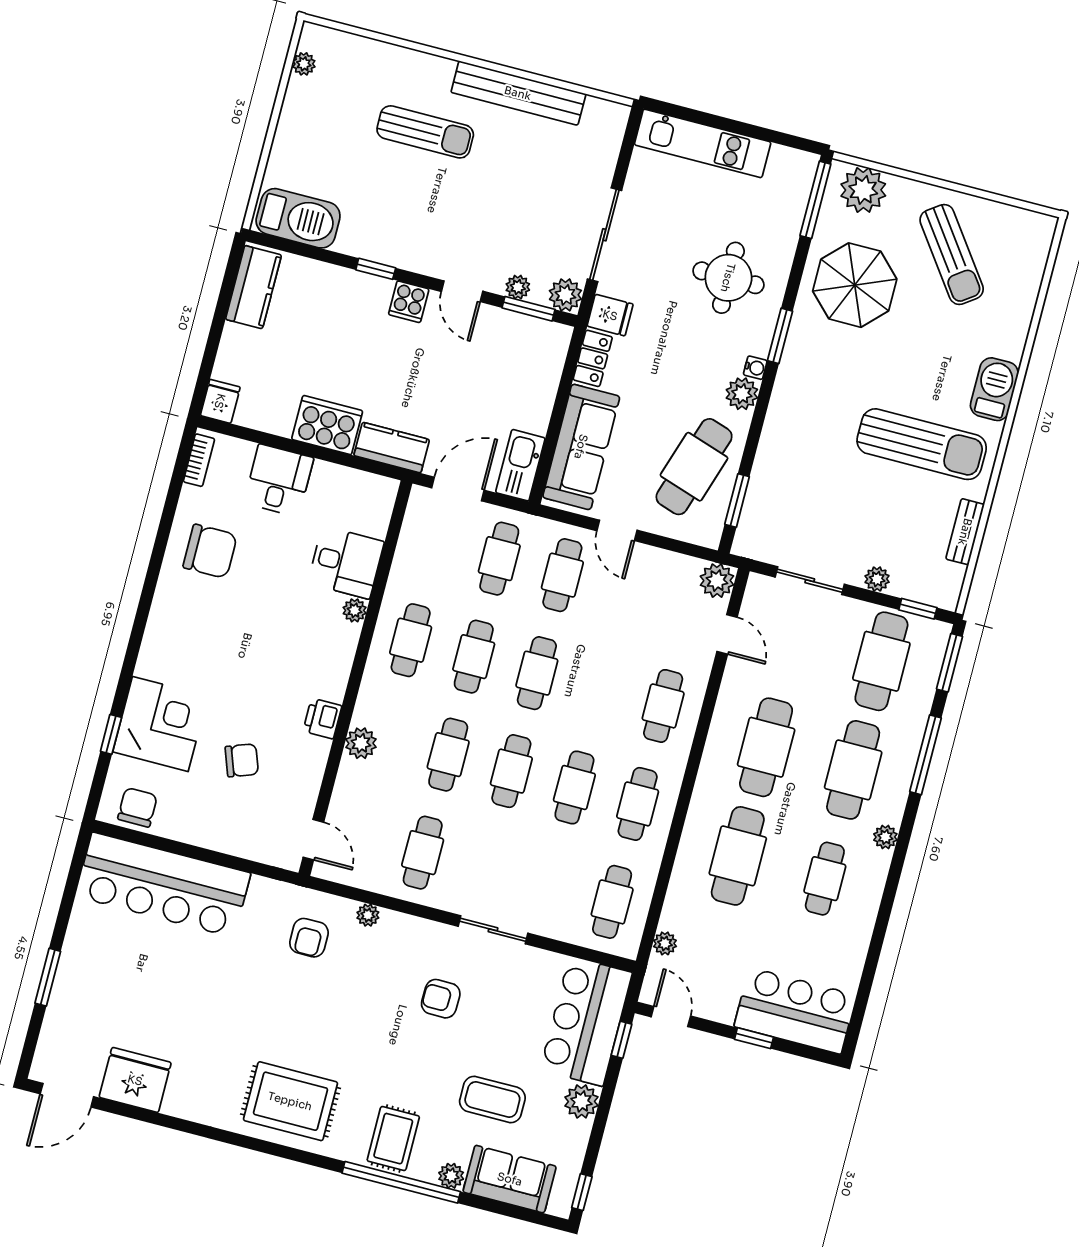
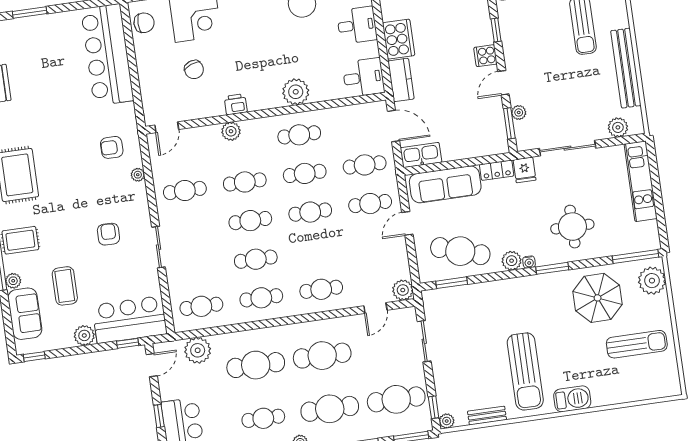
sun lounger: (952, 254) -> (637, 344), turned -144
plant: (565, 295) -> (618, 127), moved
desk: (346, 562) -> (363, 78), moved, turned -90
plant: (877, 579) -> (447, 421), moved
plant: (355, 610) -> (296, 92), width x1.87, depth x1.87
plant: (665, 943) -> (198, 350), width x1.88, depth x1.88

